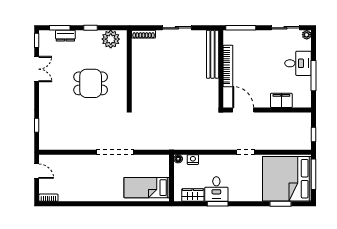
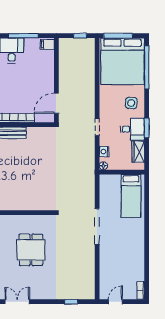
filing cabinet: (281, 100) -> (47, 44), moved, width x0.50
doorway: (246, 152) -> (97, 127), moved
side table: (244, 188) -> (131, 103), added
window: (280, 204) -> (147, 67), width x2.11

